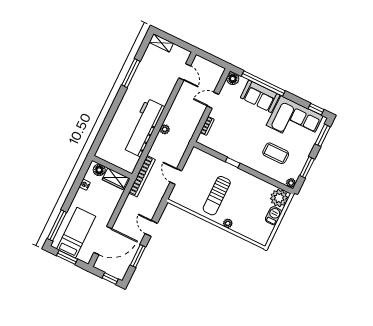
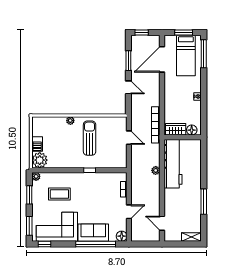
wall: (112, 167) -> (183, 137), moved
floor lamp: (99, 170) -> (192, 130), moved
wardrobe: (115, 179) -> (176, 129), moved

